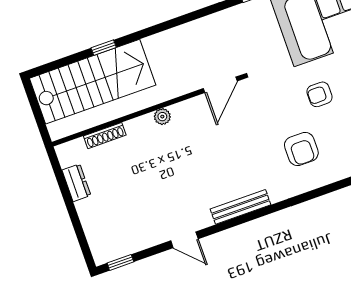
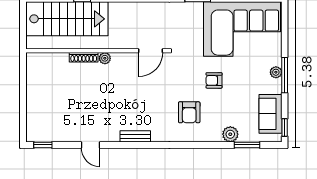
shoe rack: (105, 136) -> (84, 57), moved
dresser: (76, 183) -> (32, 82), removed
bench: (241, 207) -> (135, 136), width x0.73

